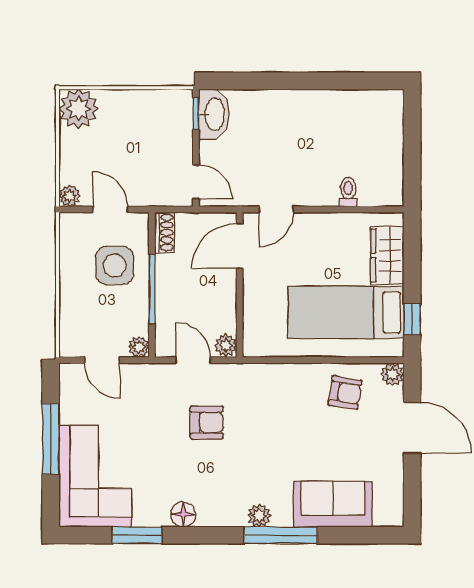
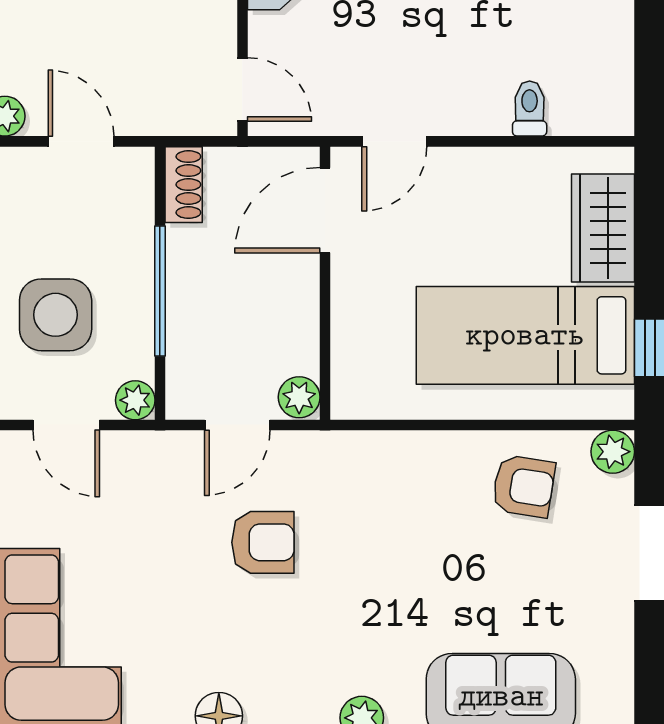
side table: (115, 265) -> (56, 315), moved
door: (193, 360) -> (237, 425), swing flipped

